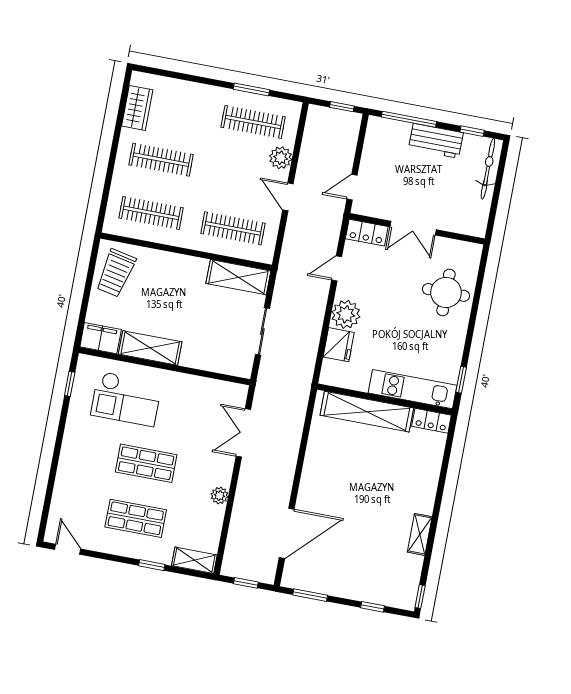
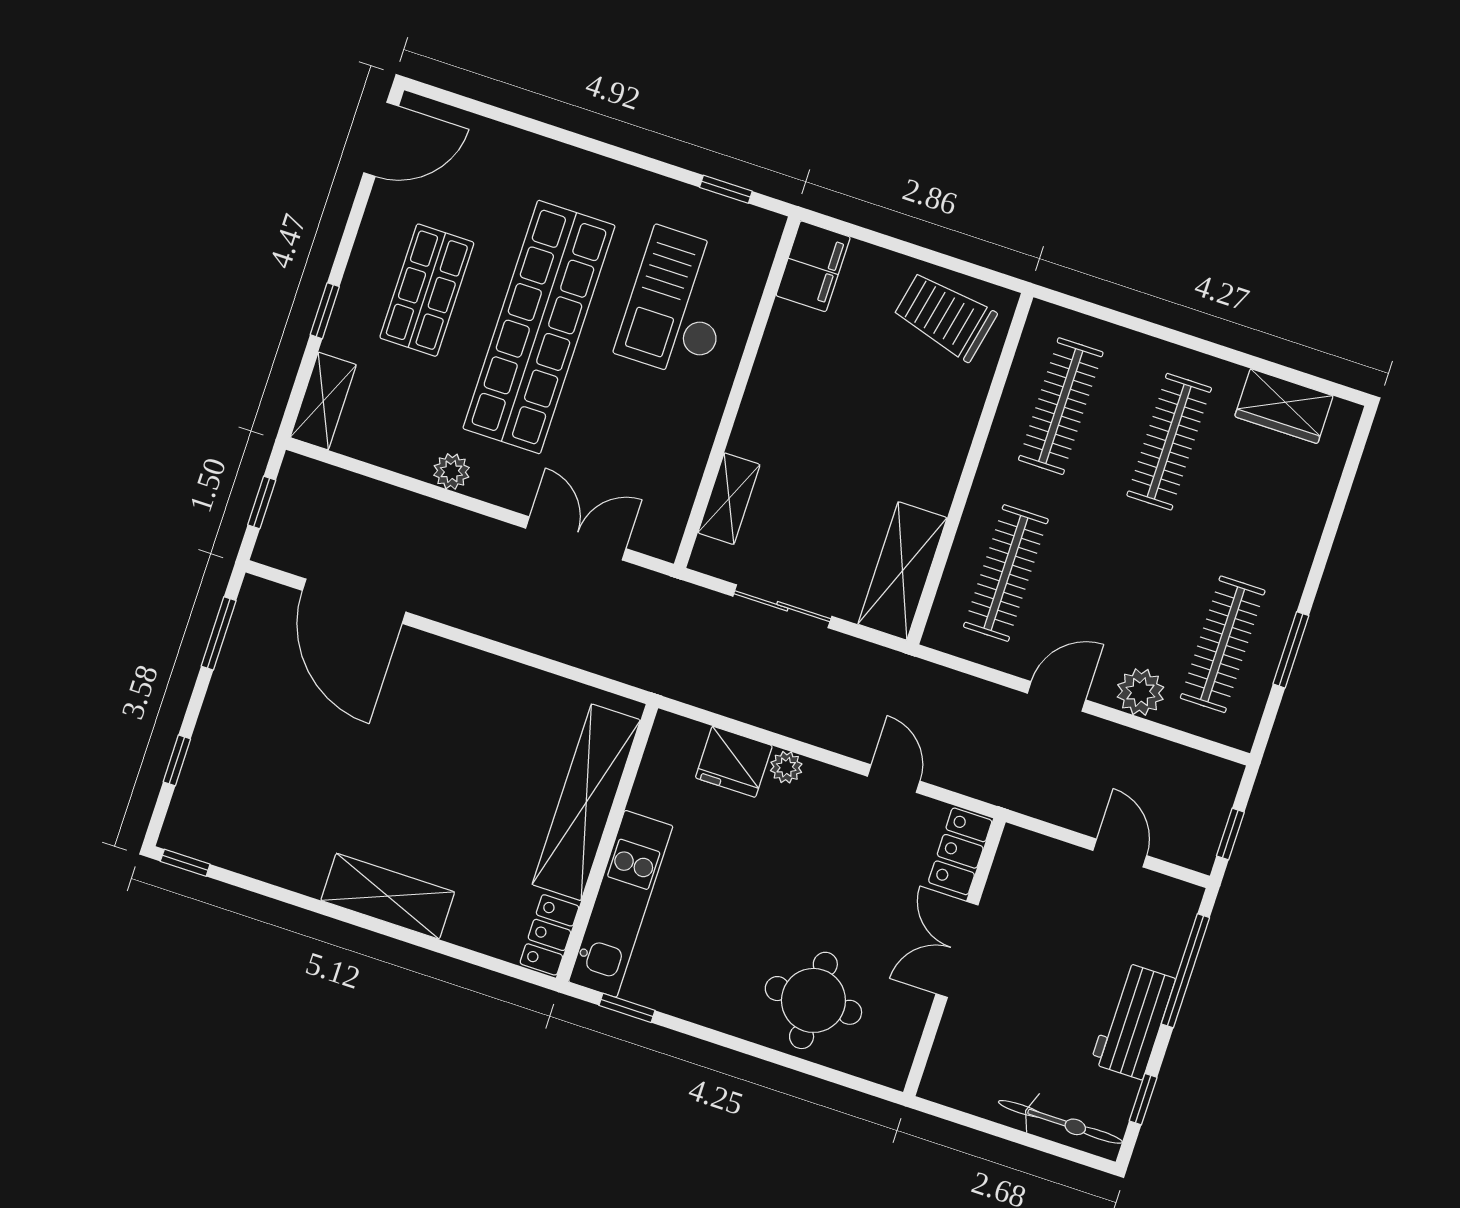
door: (352, 187) -> (1120, 853), moved
plant: (346, 314) -> (786, 767), width x0.53, depth x0.53
shelving: (150, 348) -> (729, 499), moved, width x0.67, depth x0.75
shop shelf: (146, 463) -> (539, 327), width x2.00, depth x1.36
shelving: (420, 534) -> (388, 896), moved, width x1.50, depth x1.33
door: (68, 549) -> (381, 139), width x1.38

